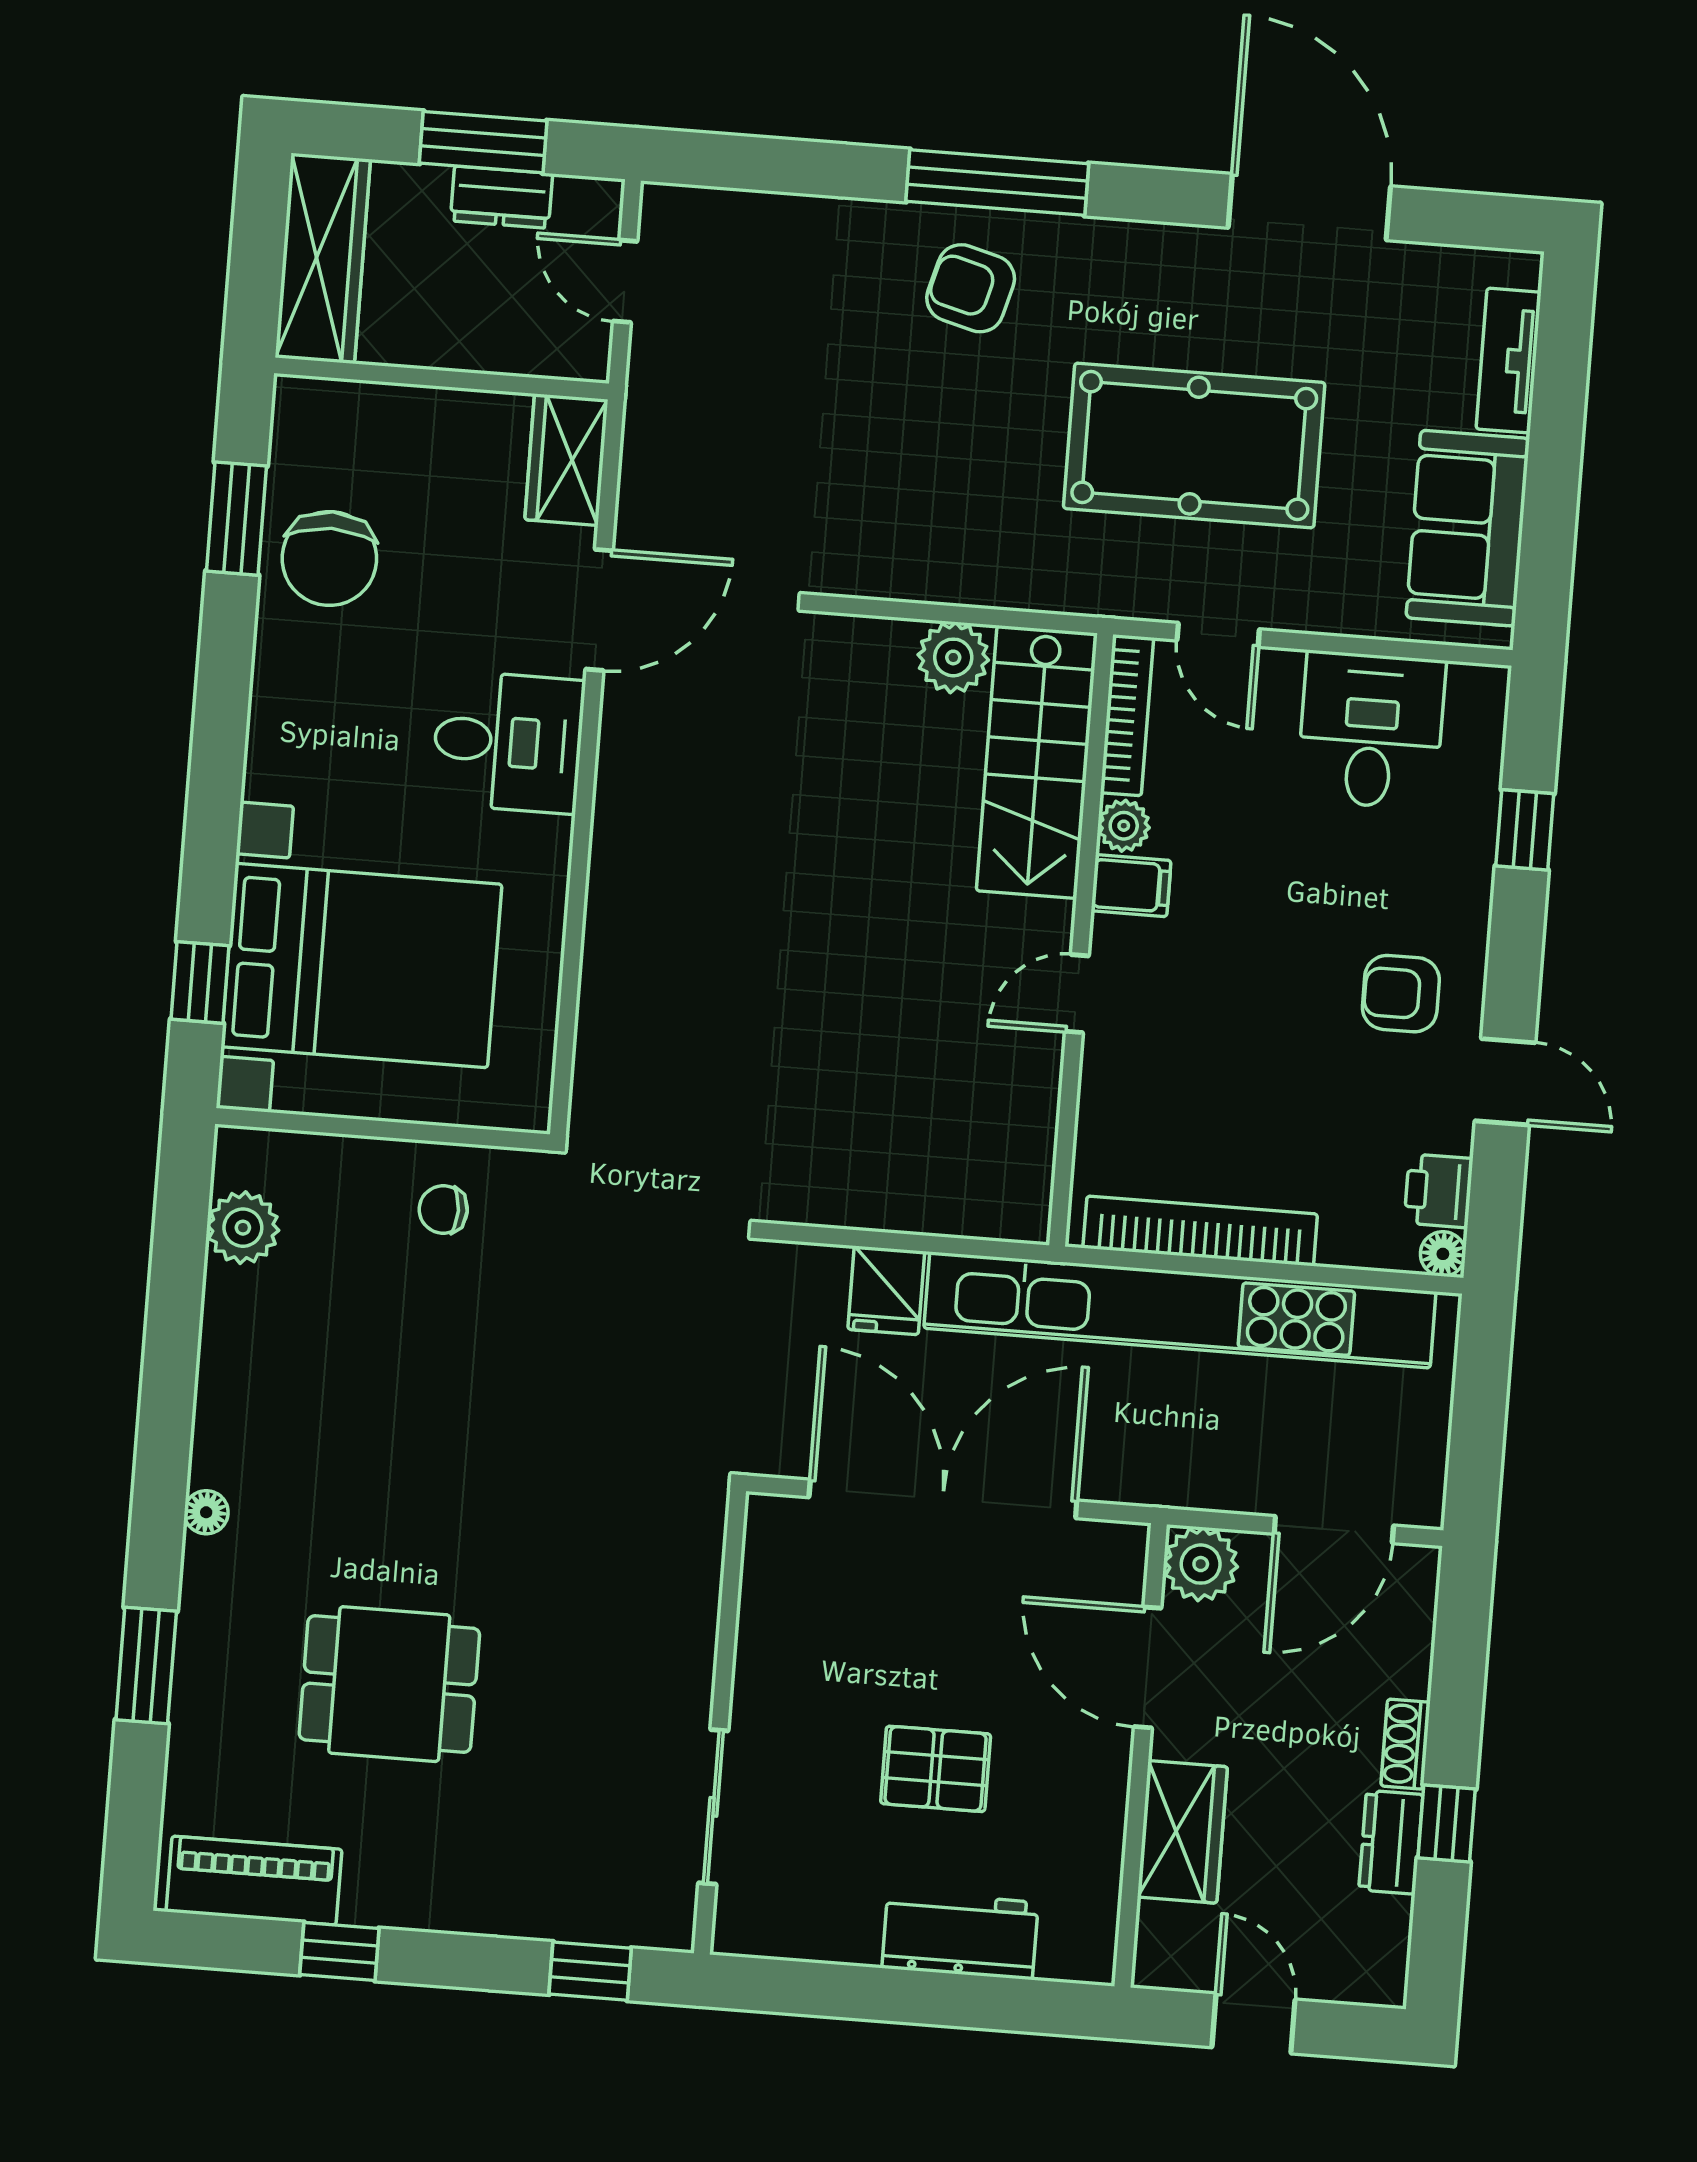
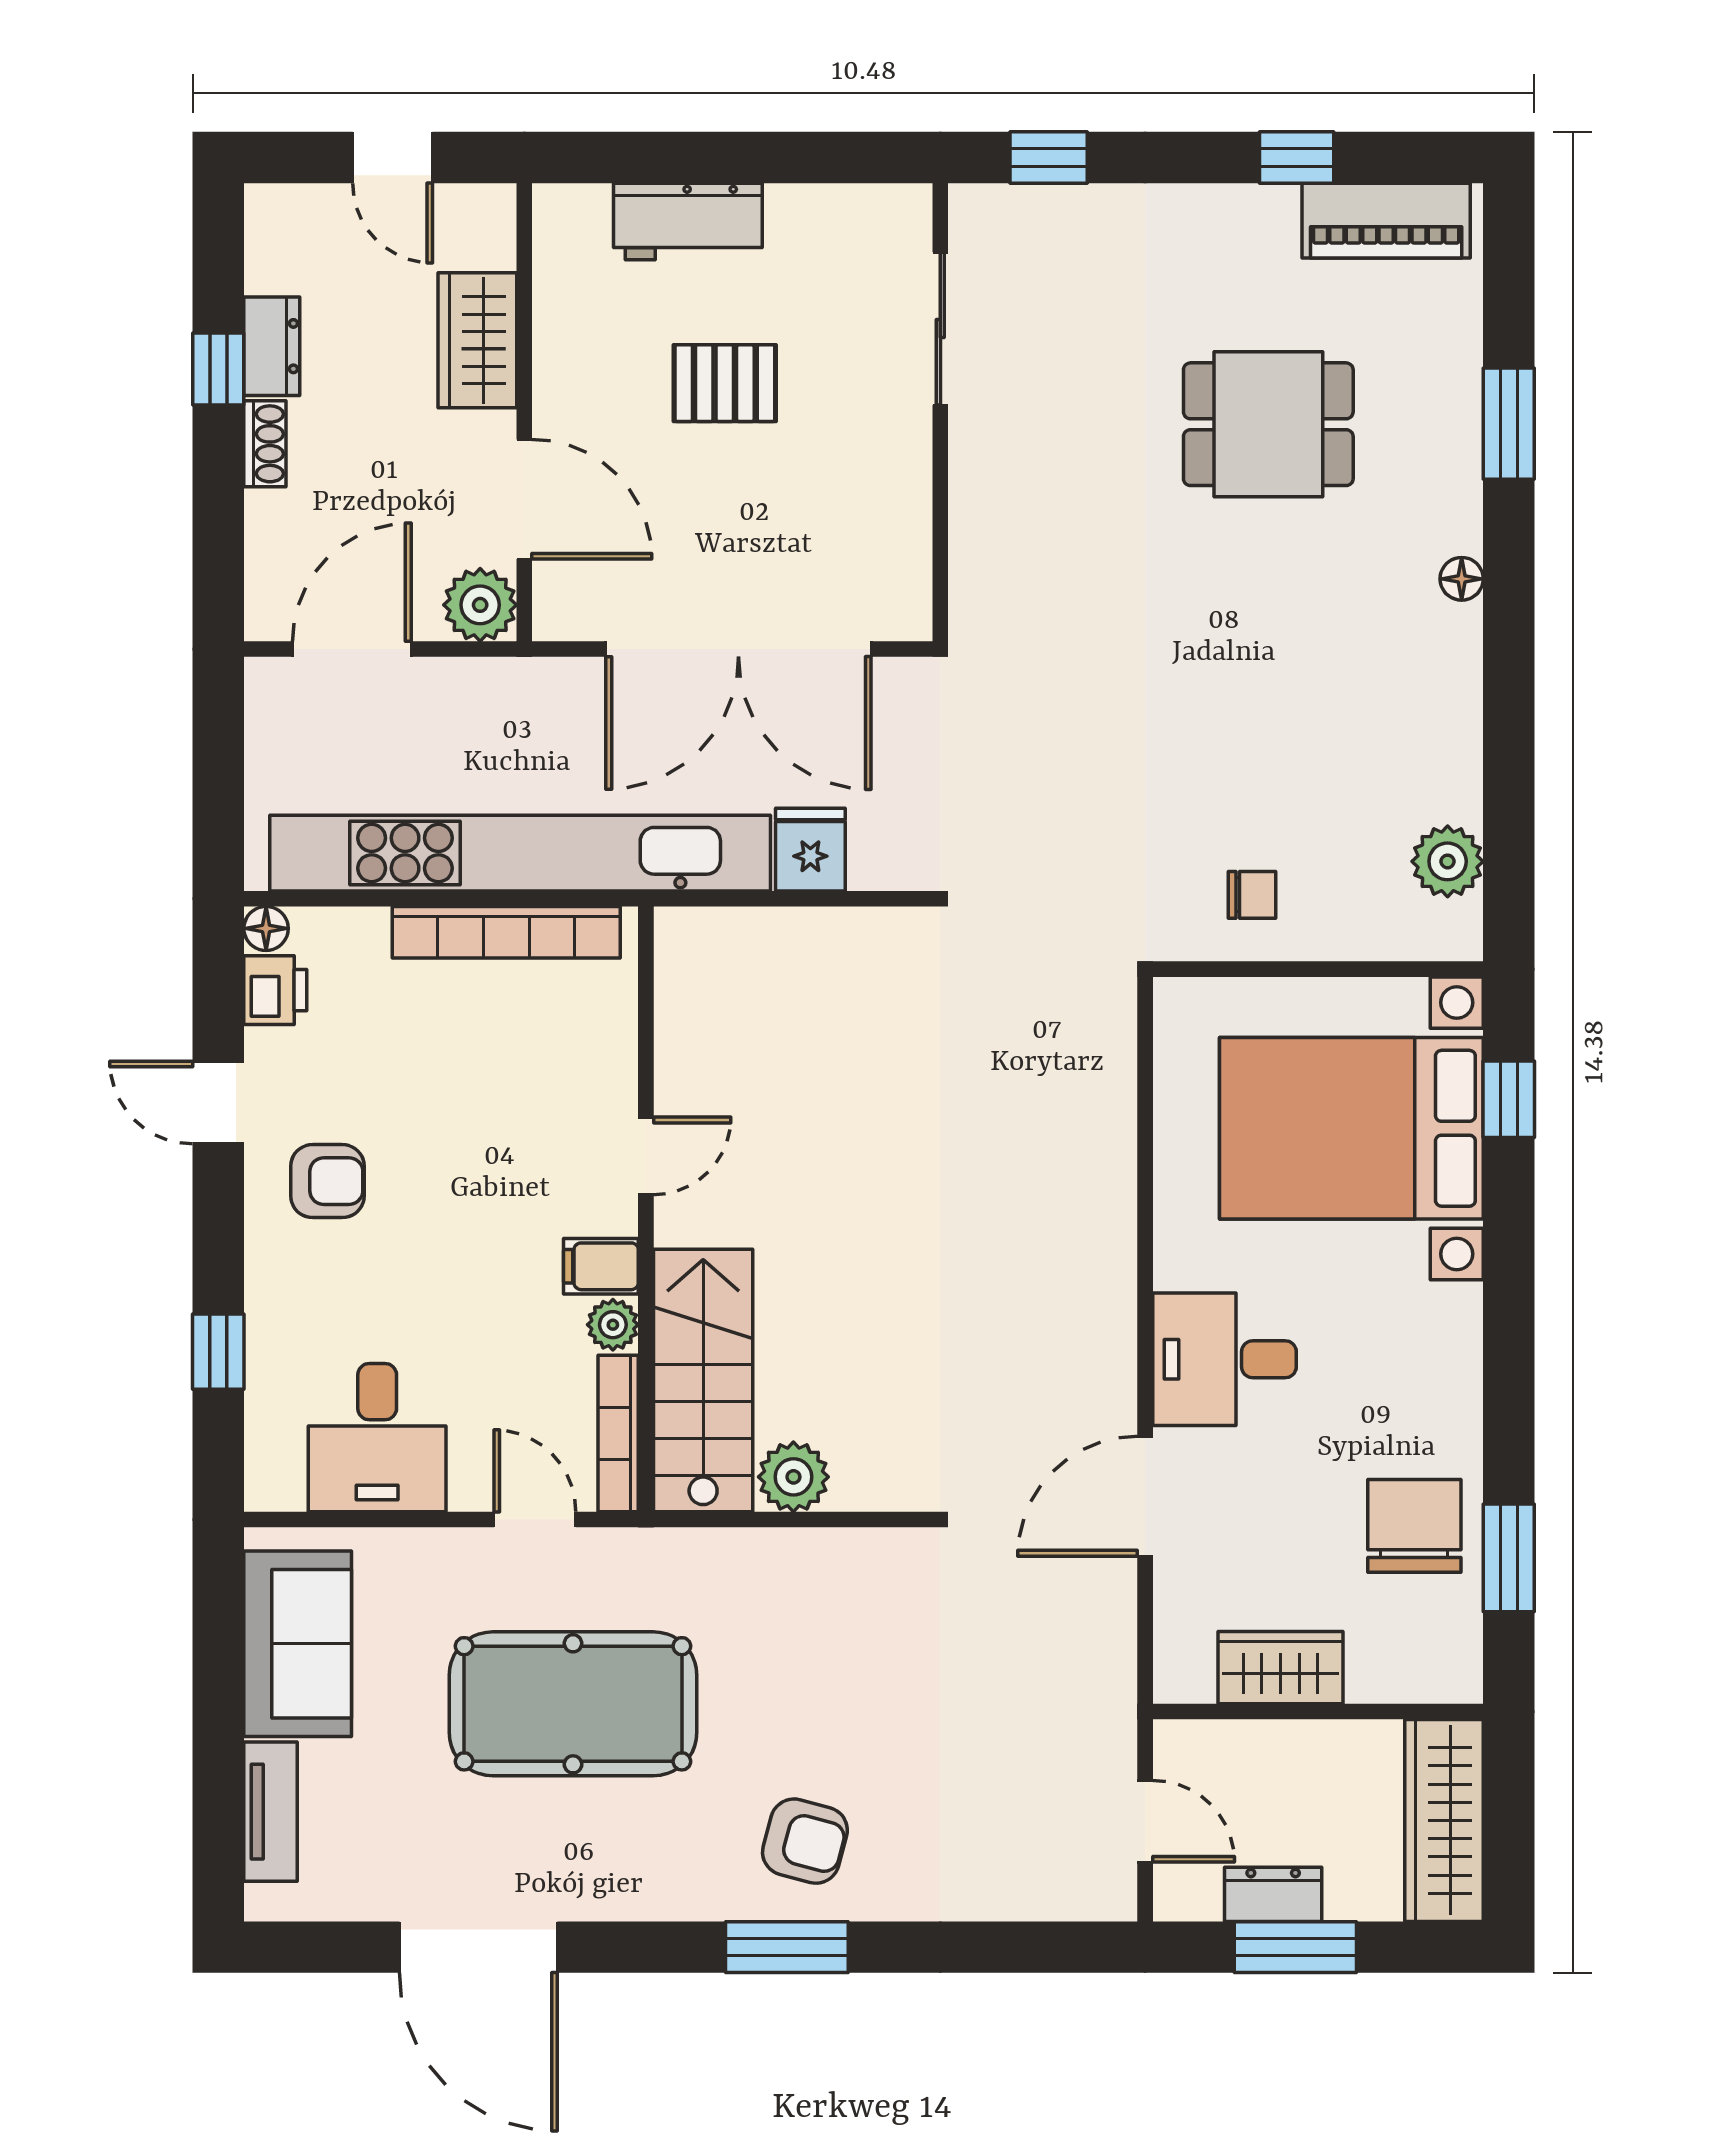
window: (997, 182) -> (787, 1947), width x0.69
wardrobe: (566, 460) -> (1280, 1668), moved, turned -90

